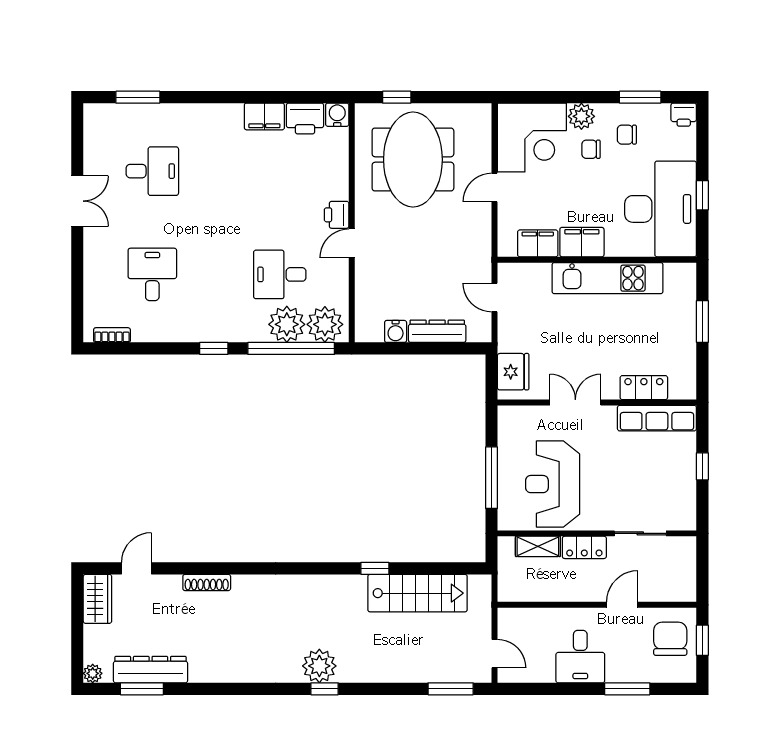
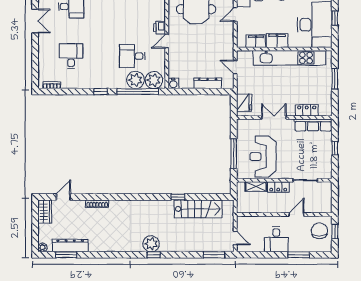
kitchen unit: (608, 278) -> (289, 58), width x1.36
water cooler: (396, 331) -> (173, 83), moved

